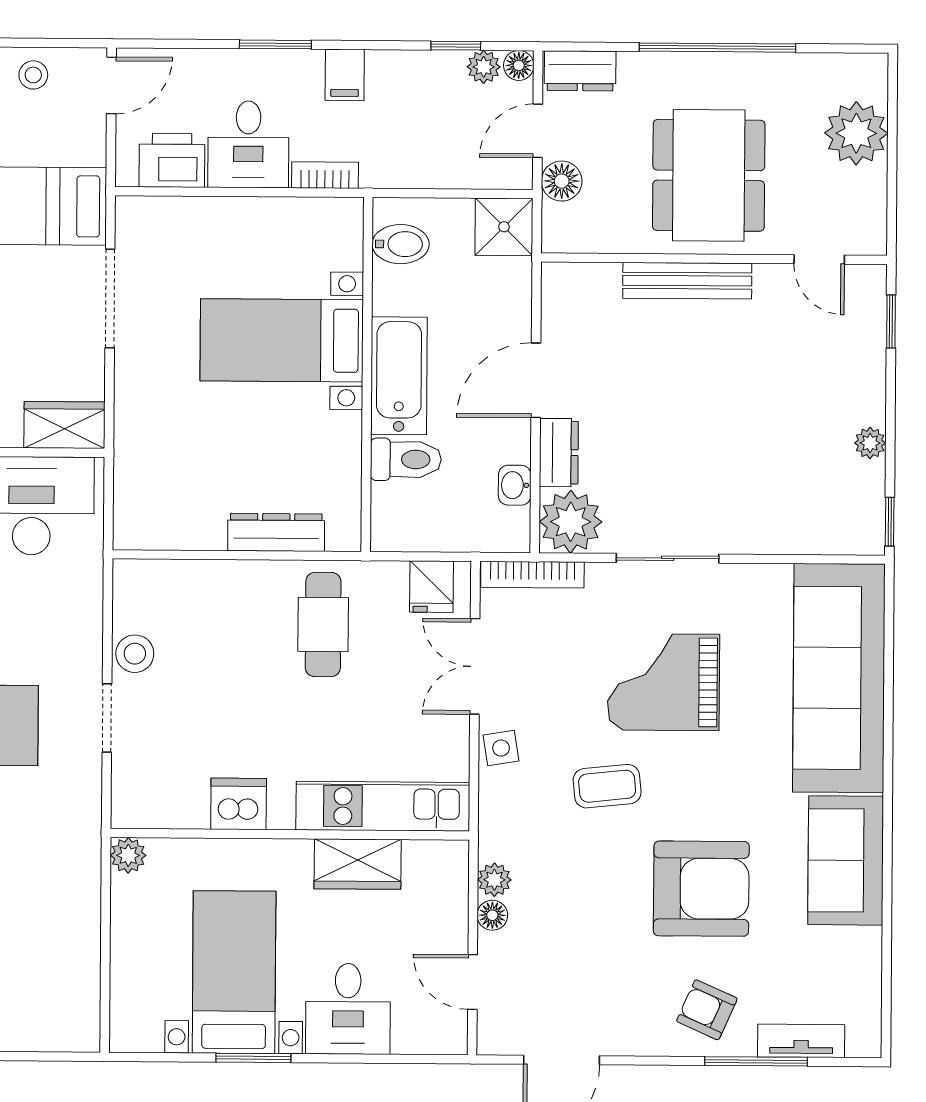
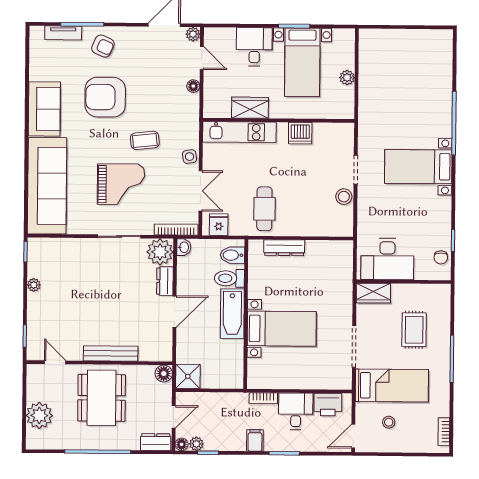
stool: (33, 75) -> (389, 422), moved
floor lamp: (562, 181) -> (164, 374), moved
bidet: (401, 244) -> (232, 255), moved
washbasin: (515, 485) -> (184, 247), moved
plant: (128, 855) -> (347, 78), moved
plant: (494, 880) -> (193, 34), moved

